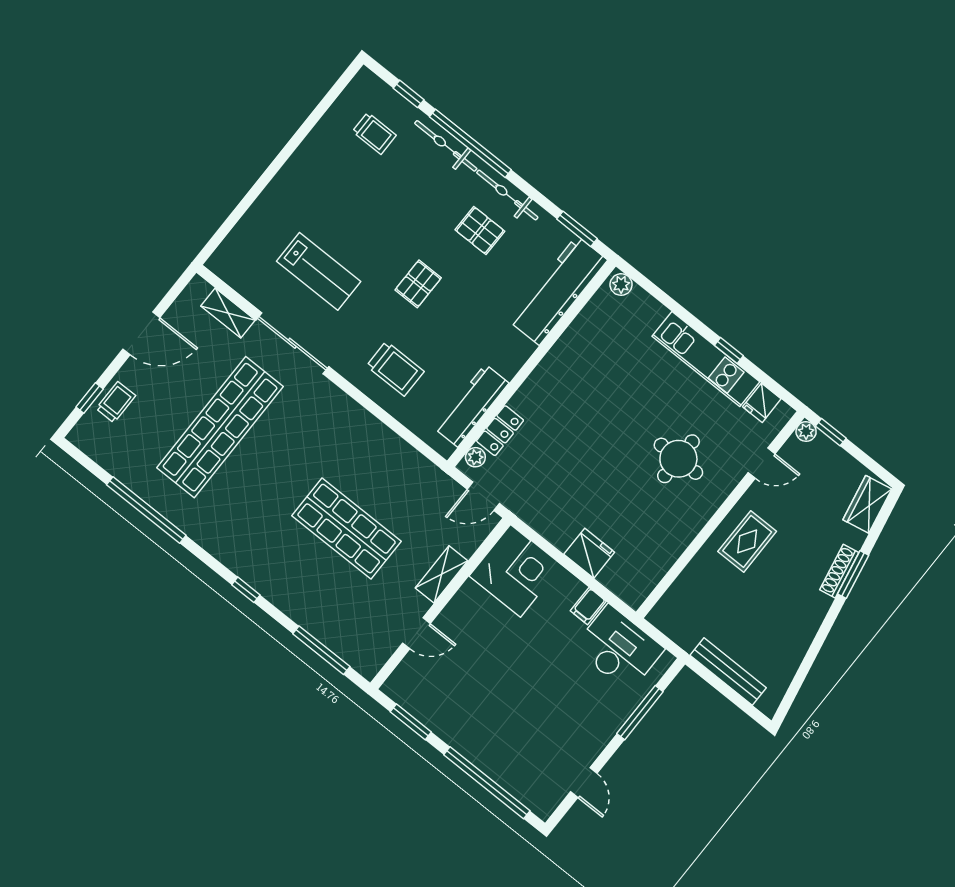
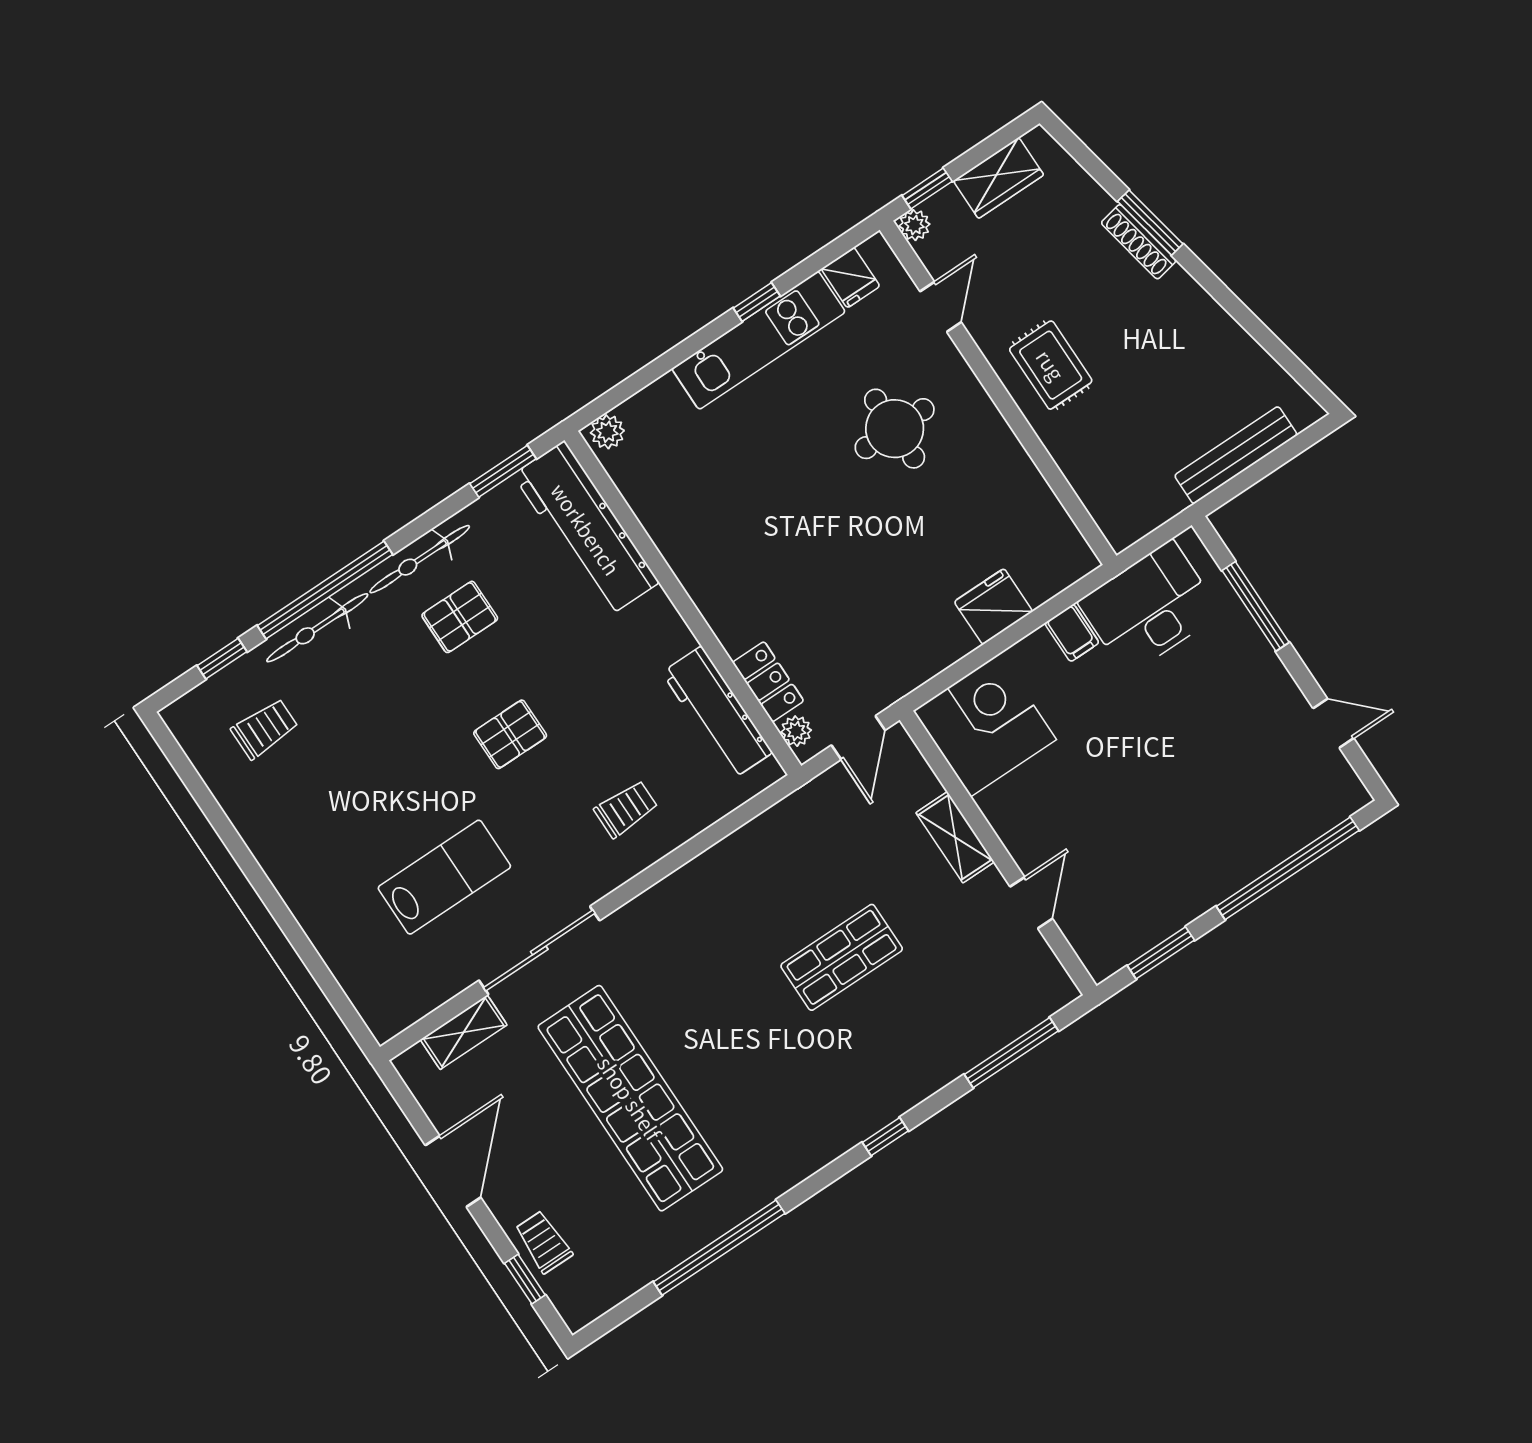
pallet: (418, 284) -> (510, 734), turned 90
trolley: (395, 369) -> (626, 809), width x0.73, depth x0.72
wardrobe: (867, 504) -> (999, 178), moved, turned -79
shop shelf: (347, 529) -> (842, 957), width x0.70, depth x0.74

